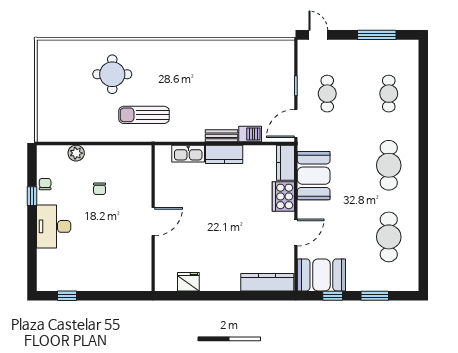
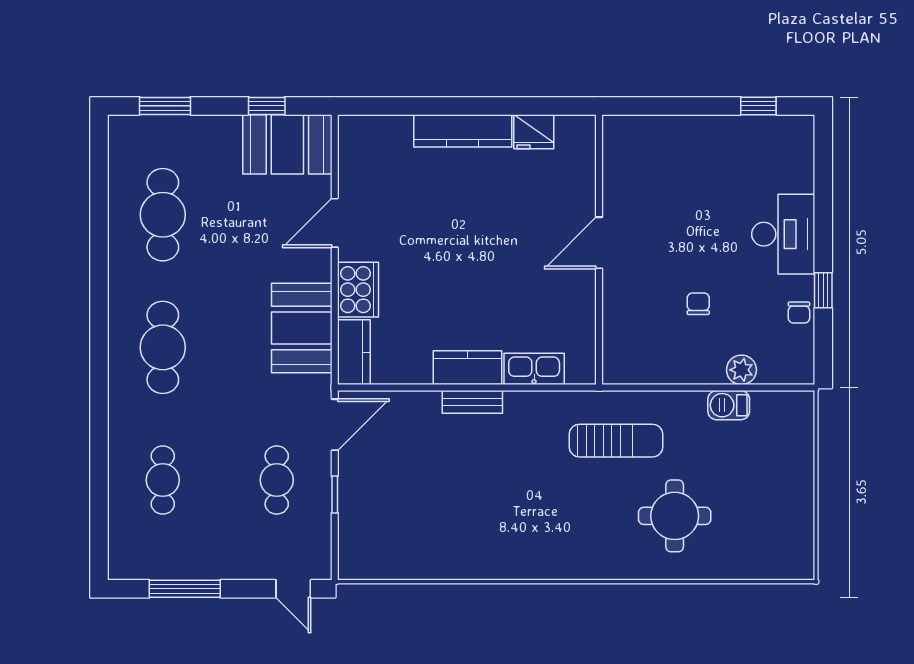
barbecue: (250, 134) -> (729, 405), moved
kitchen counter: (267, 282) -> (463, 131), moved
window: (375, 296) -> (165, 106), moved

